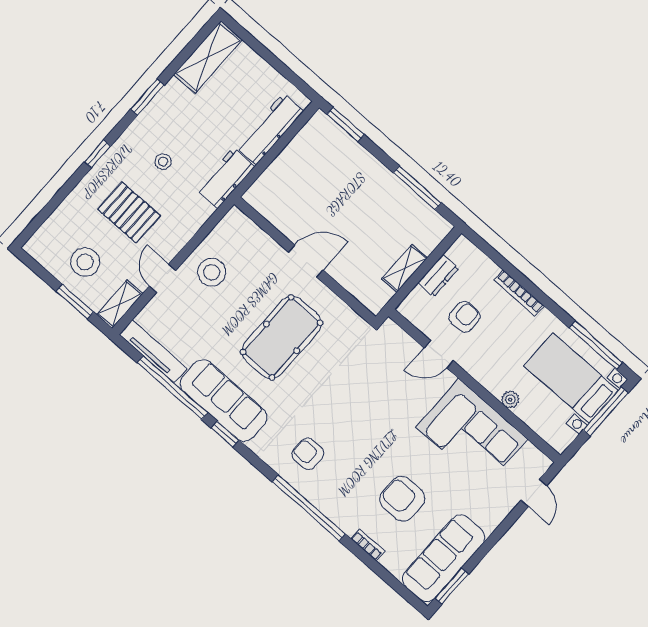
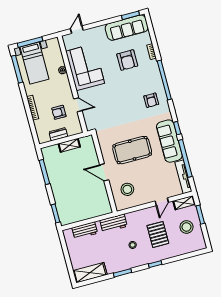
workbench: (270, 129) -> (85, 231), width x0.73
stool: (212, 272) -> (127, 189), moved

